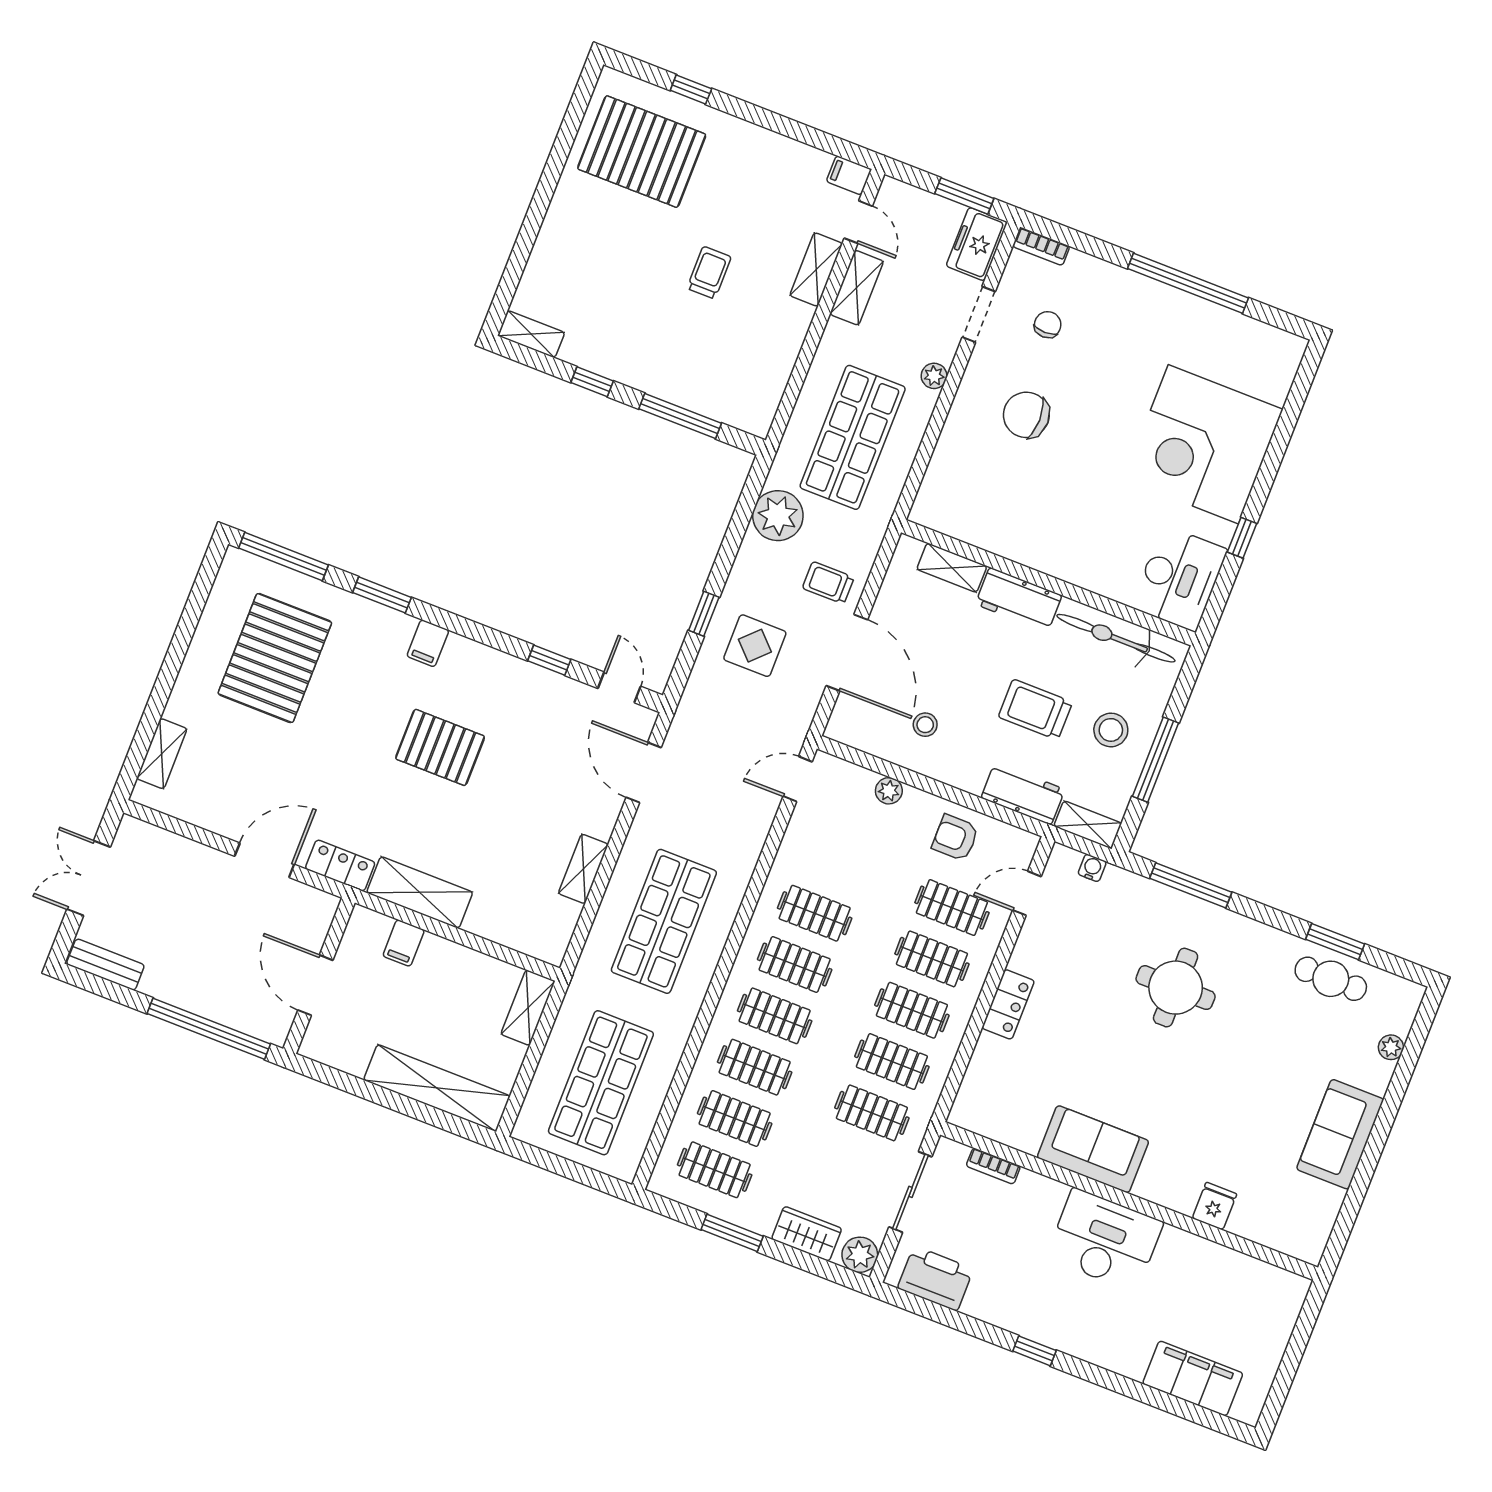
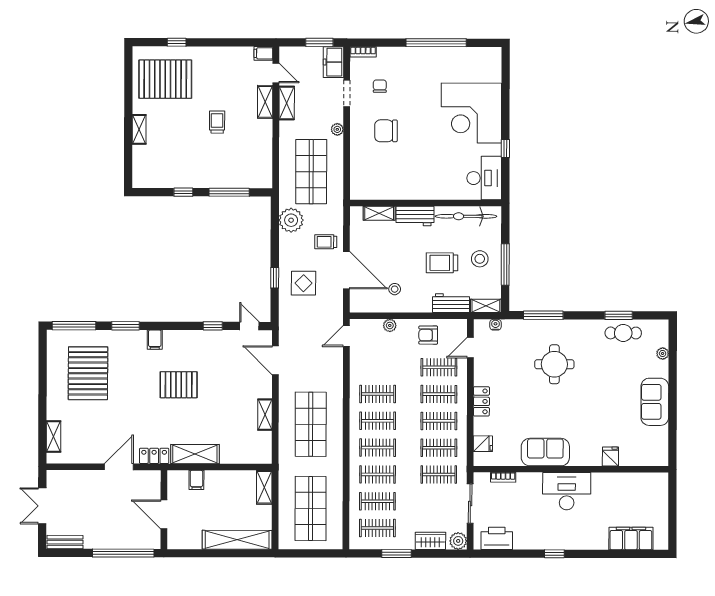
shelving: (531, 334) -> (139, 129), moved, turned 90
fridge: (980, 1087) -> (483, 444), added

